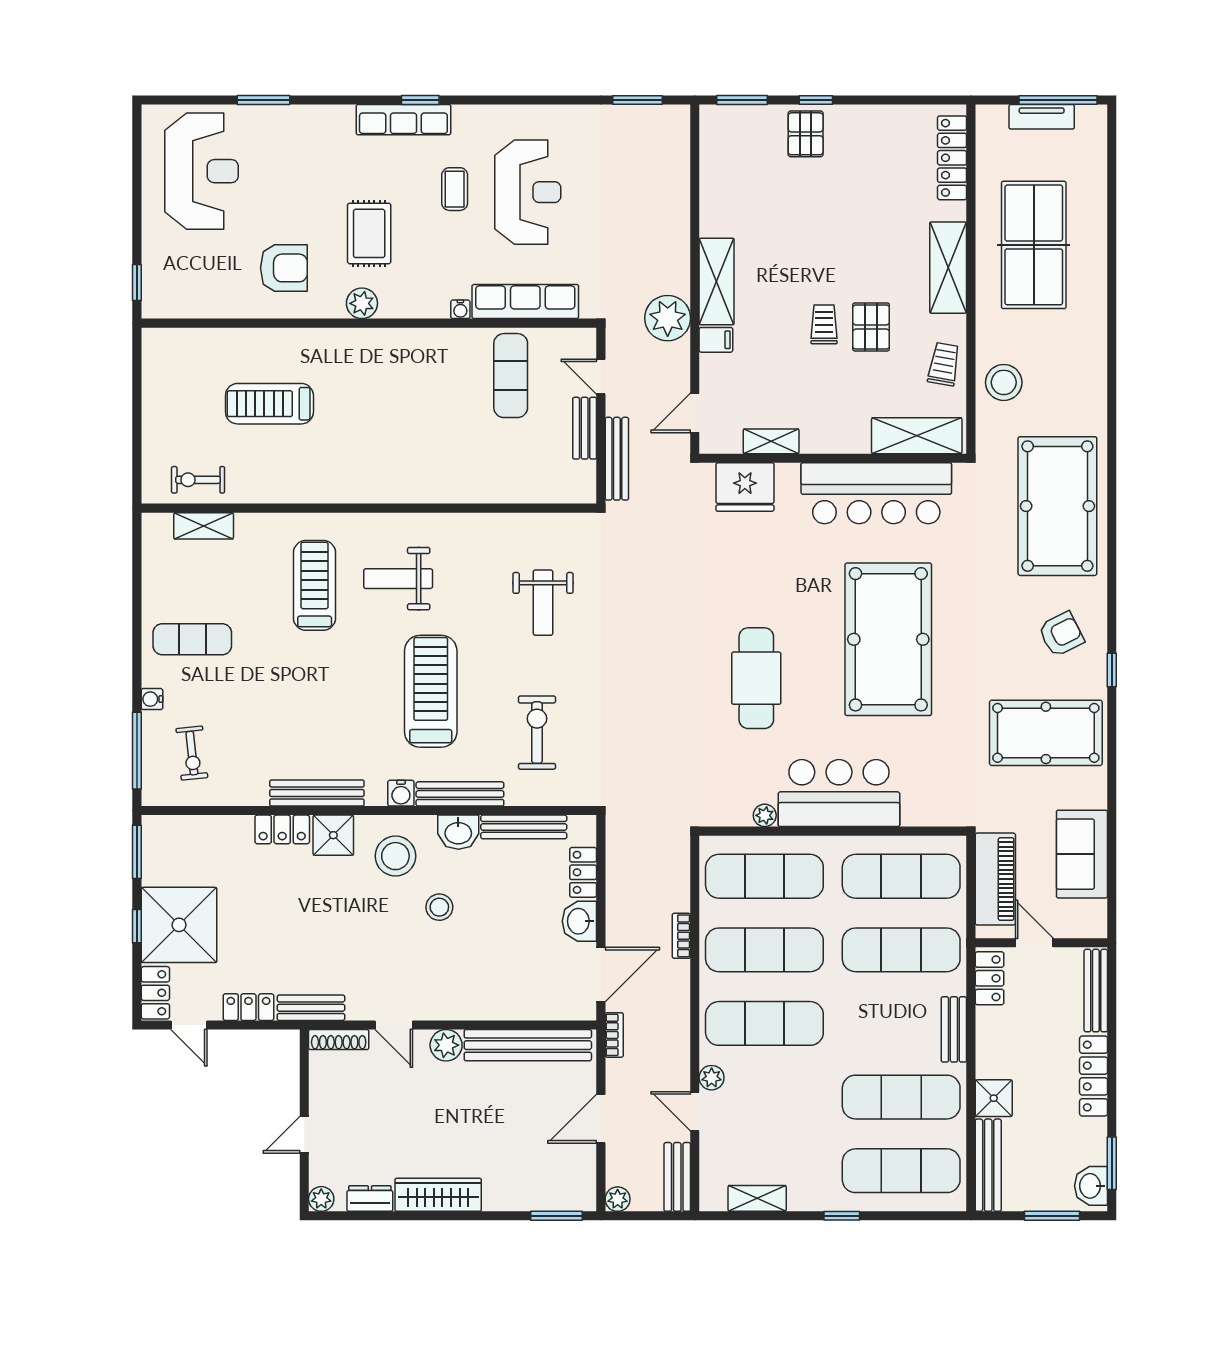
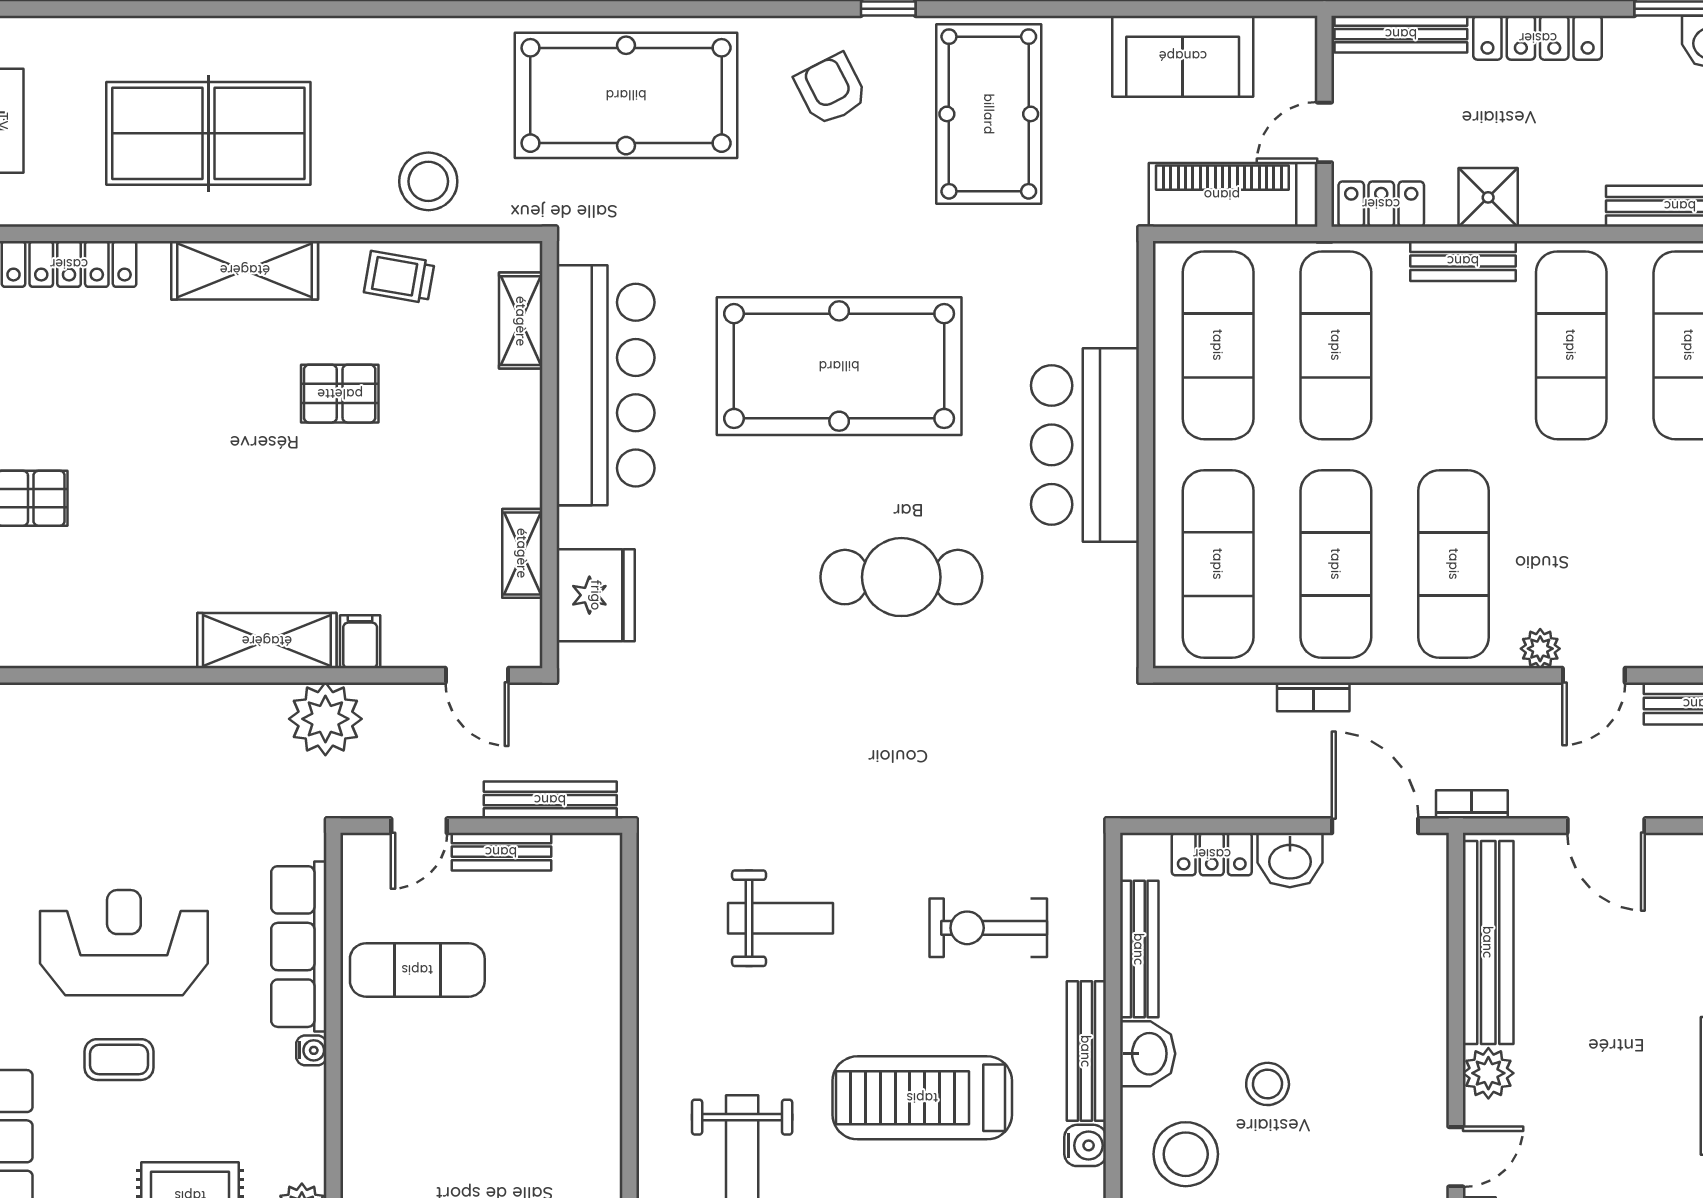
trolley: (824, 324) -> (335, 469), removed
shelving: (917, 436) -> (521, 321), width x0.67, depth x0.75
plant: (765, 815) -> (1121, 564), removed
shower: (994, 1098) -> (1488, 197), moved

